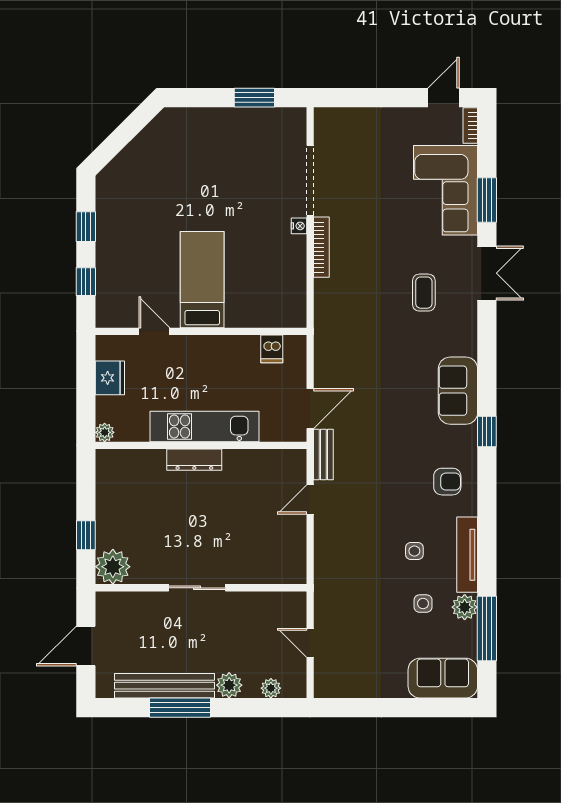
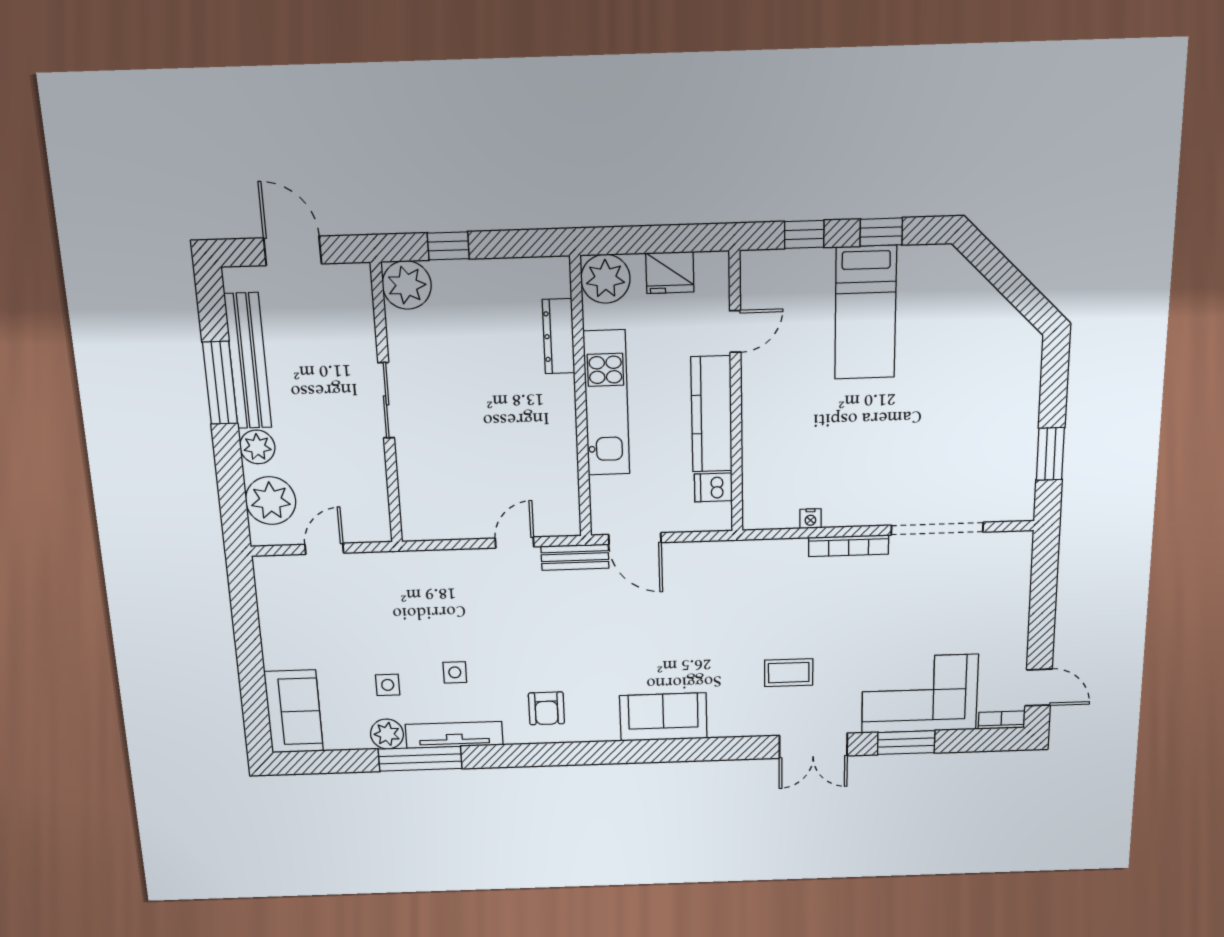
nightstand: (299, 226) -> (810, 519), moved
bed: (202, 280) -> (865, 313), moved, turned 90
kitchen counter: (215, 350) -> (711, 414), added
plant: (105, 432) -> (605, 279), width x1.88, depth x1.88
window: (487, 432) -> (612, 752), removed
dresser: (194, 460) -> (559, 336), moved
door: (310, 499) -> (514, 543), hinge flipped
window: (487, 628) -> (420, 759), moved
plant: (271, 688) -> (271, 501), width x1.88, depth x1.88

